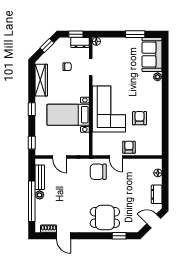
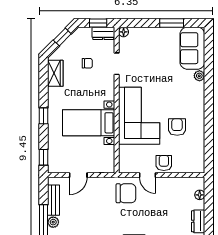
wardrobe: (41, 80) -> (55, 73), width x0.67
door: (60, 157) -> (78, 175), hinge flipped
chair: (98, 172) -> (126, 193), turned 180

